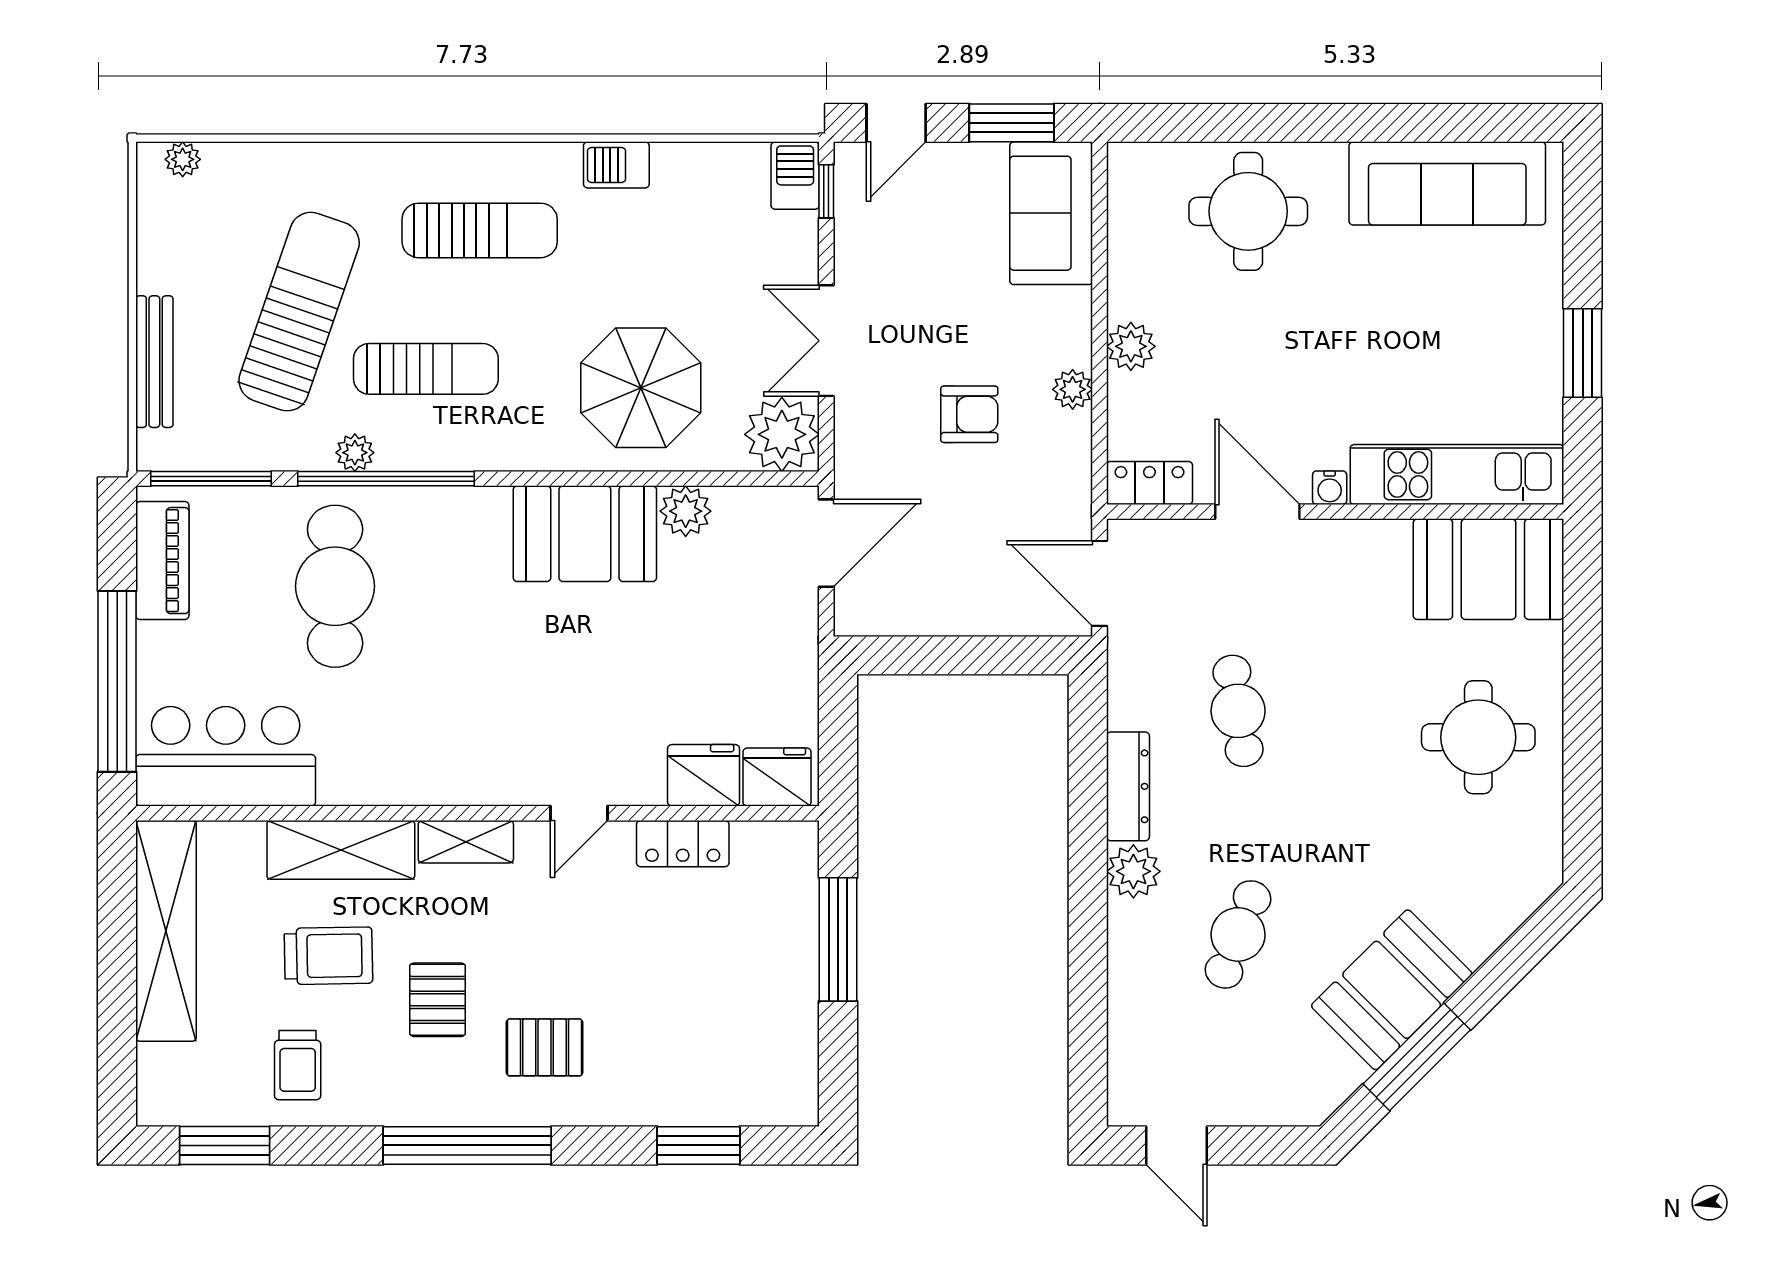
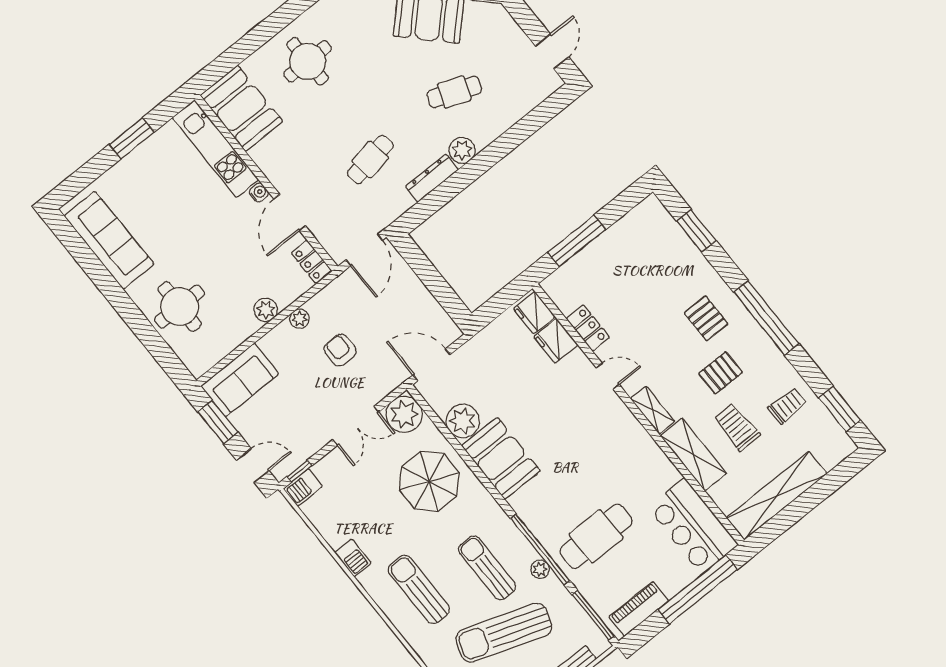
plant: (686, 511) -> (463, 421), width x1.36, depth x1.36

